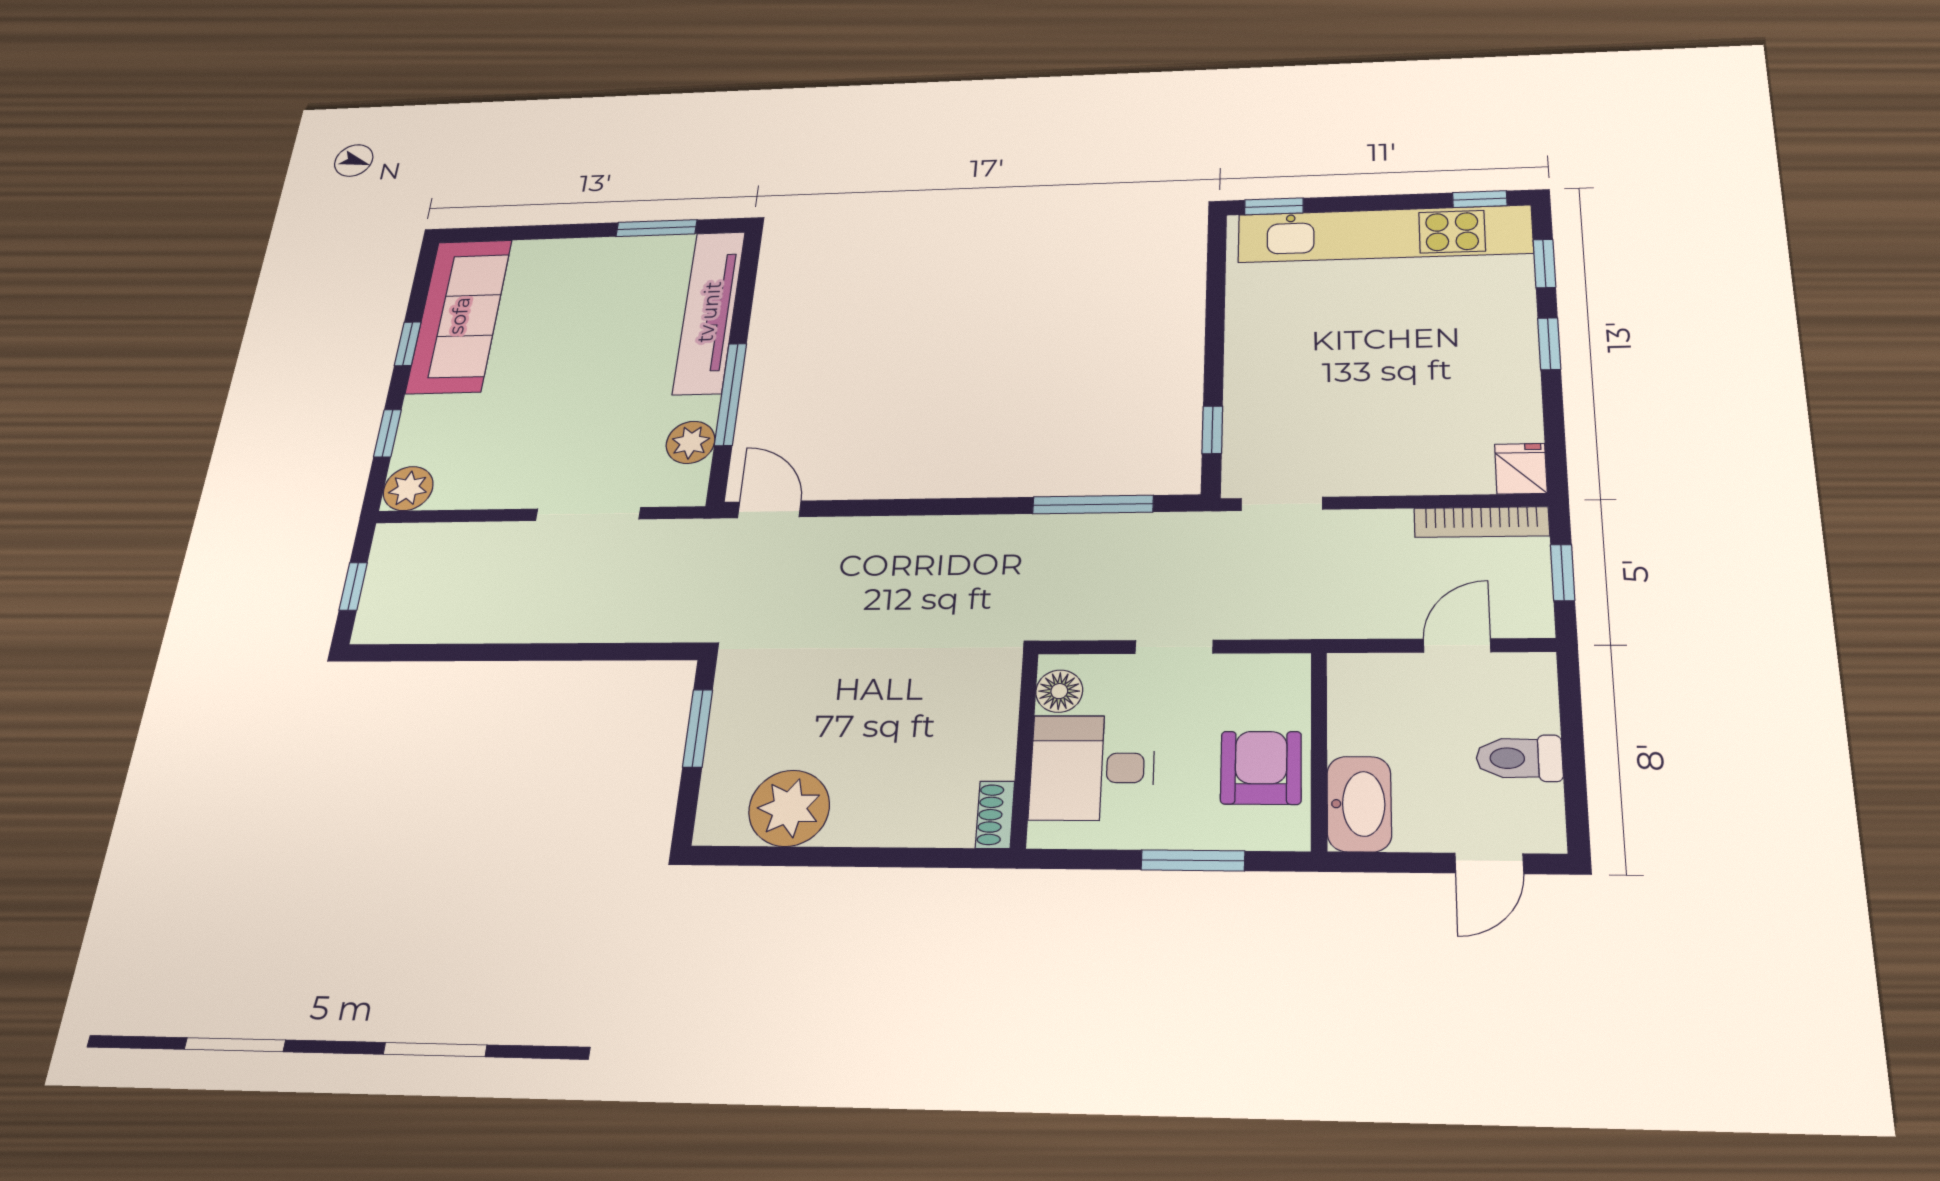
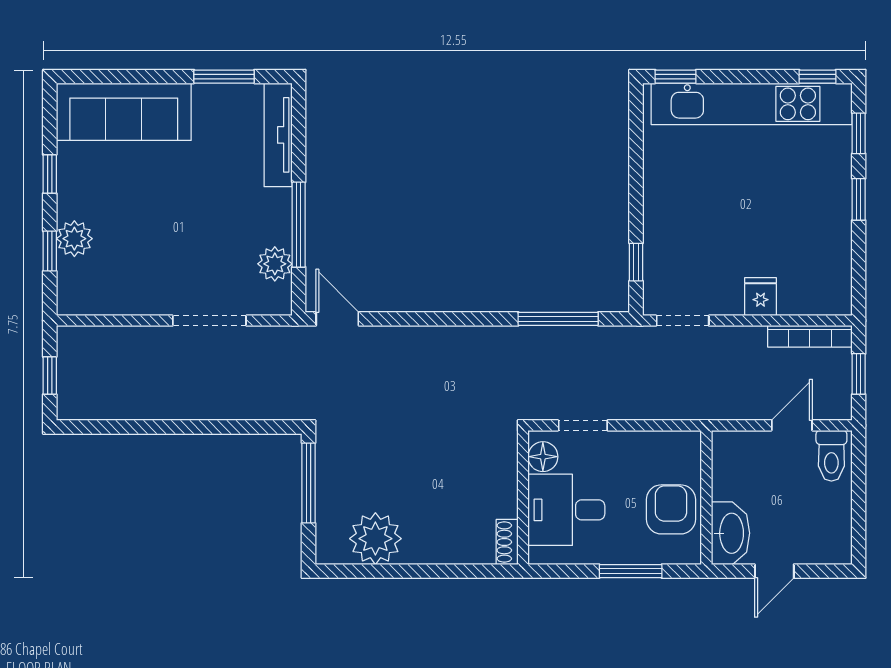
tv unit: (709, 312) -> (278, 135), width x0.73, depth x0.78
sofa: (459, 316) -> (124, 112), moved, turned 90
fridge: (1521, 469) -> (761, 297), moved
plant: (408, 489) -> (74, 239), moved
doorway: (1174, 647) -> (583, 425), moved
window: (698, 728) -> (309, 483), width x1.44
toilet: (1519, 758) -> (831, 456), moved, turned -90
door: (1489, 863) -> (774, 571), moved

